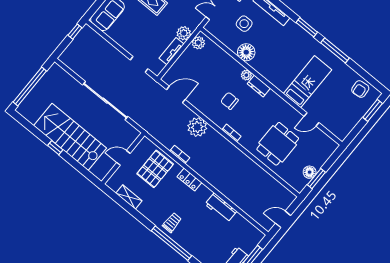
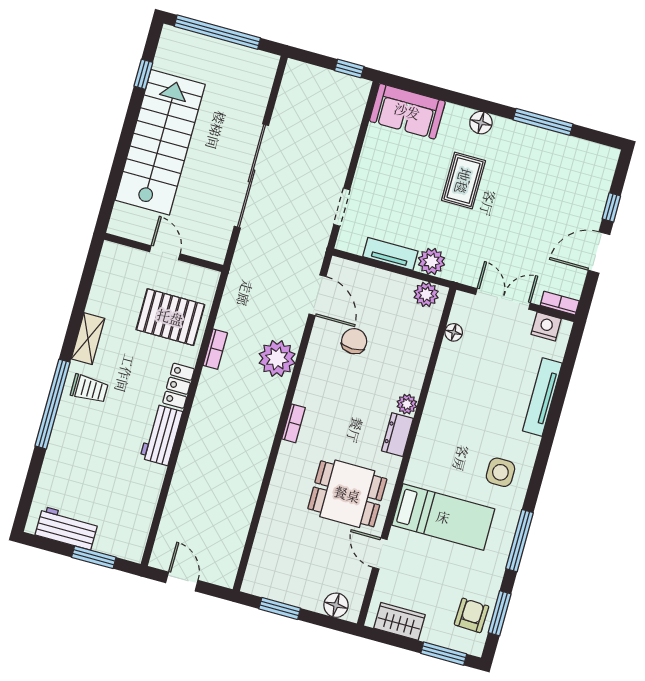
side table: (244, 24) -> (500, 472), moved
window: (307, 27) -> (500, 613), moved
floor lamp: (246, 52) -> (454, 332), moved, width x0.53, depth x0.53
armchair: (360, 89) -> (472, 615), turned 98
chair: (229, 101) -> (354, 341), moved
wardrobe: (348, 124) -> (399, 621), added
dining table: (278, 144) -> (347, 494), moved
window: (55, 148) -> (143, 74), moved
floor lamp: (310, 172) -> (336, 605), moved
shelving: (129, 197) -> (88, 339), moved
workbench: (221, 208) -> (161, 435), moved

